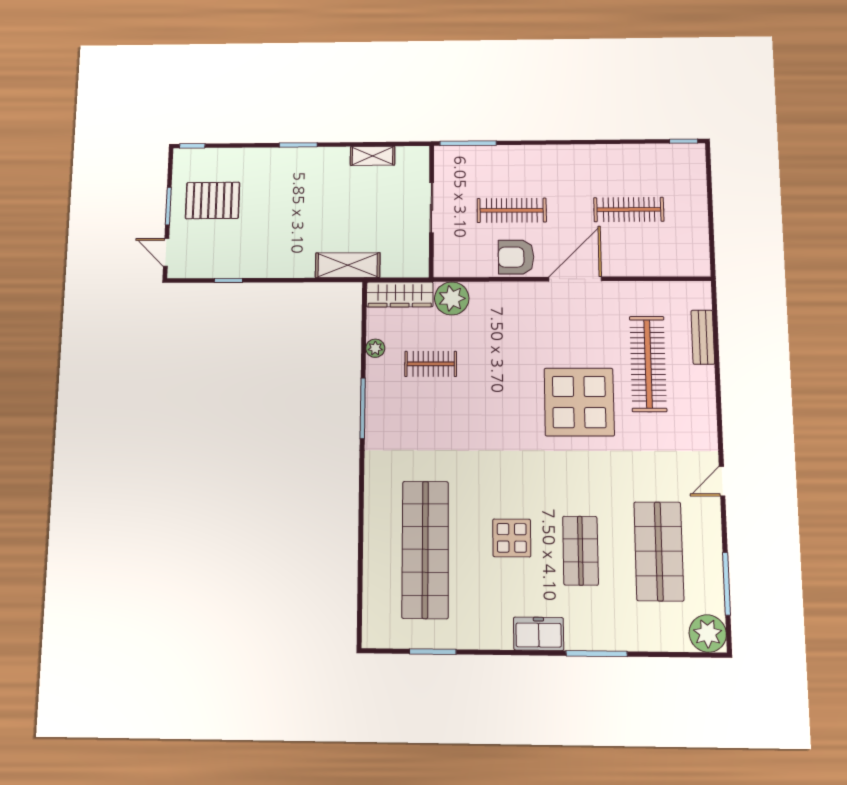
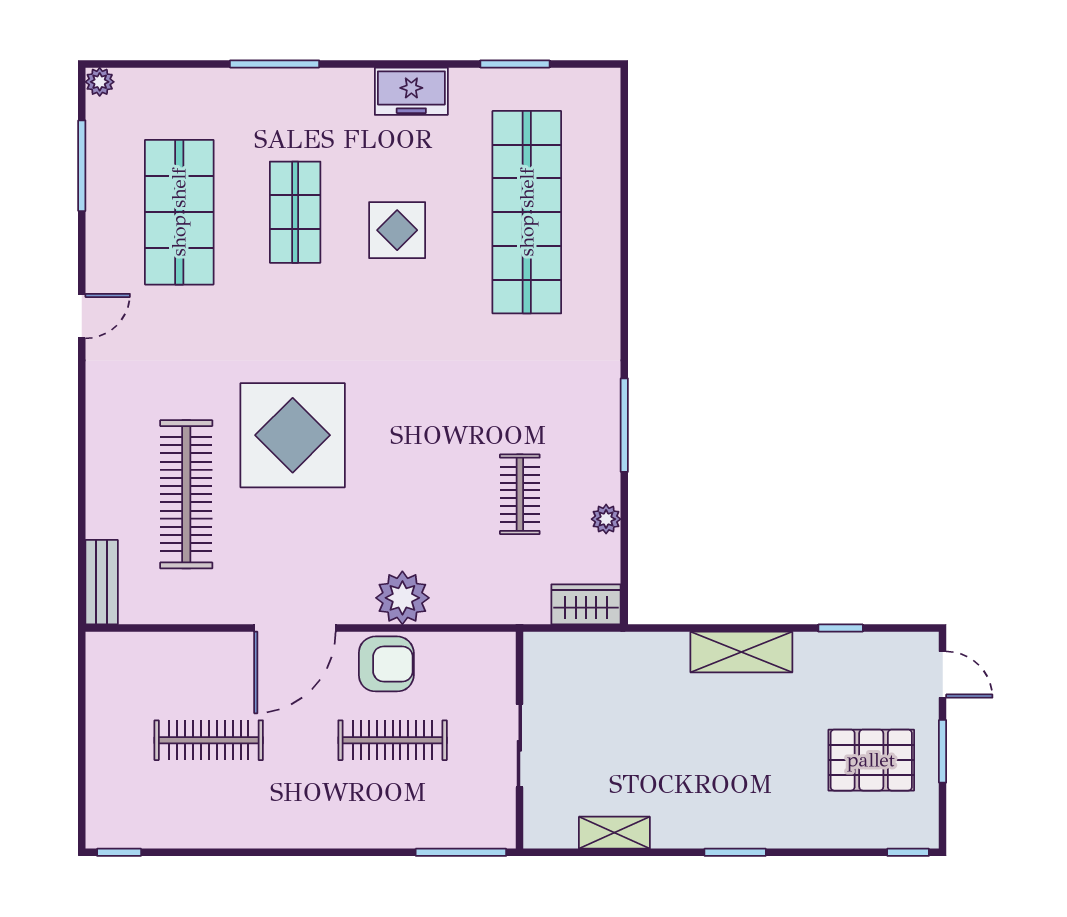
shelving: (348, 265) -> (741, 652), moved
wardrobe: (400, 295) -> (586, 604), width x0.67
plant: (452, 298) -> (402, 598), moved
bench: (703, 337) -> (102, 582), moved
clothes rail: (431, 364) -> (520, 494), turned 90
plant: (708, 633) -> (100, 82), width x0.53, depth x0.53
freezer: (539, 634) -> (411, 91), moved

